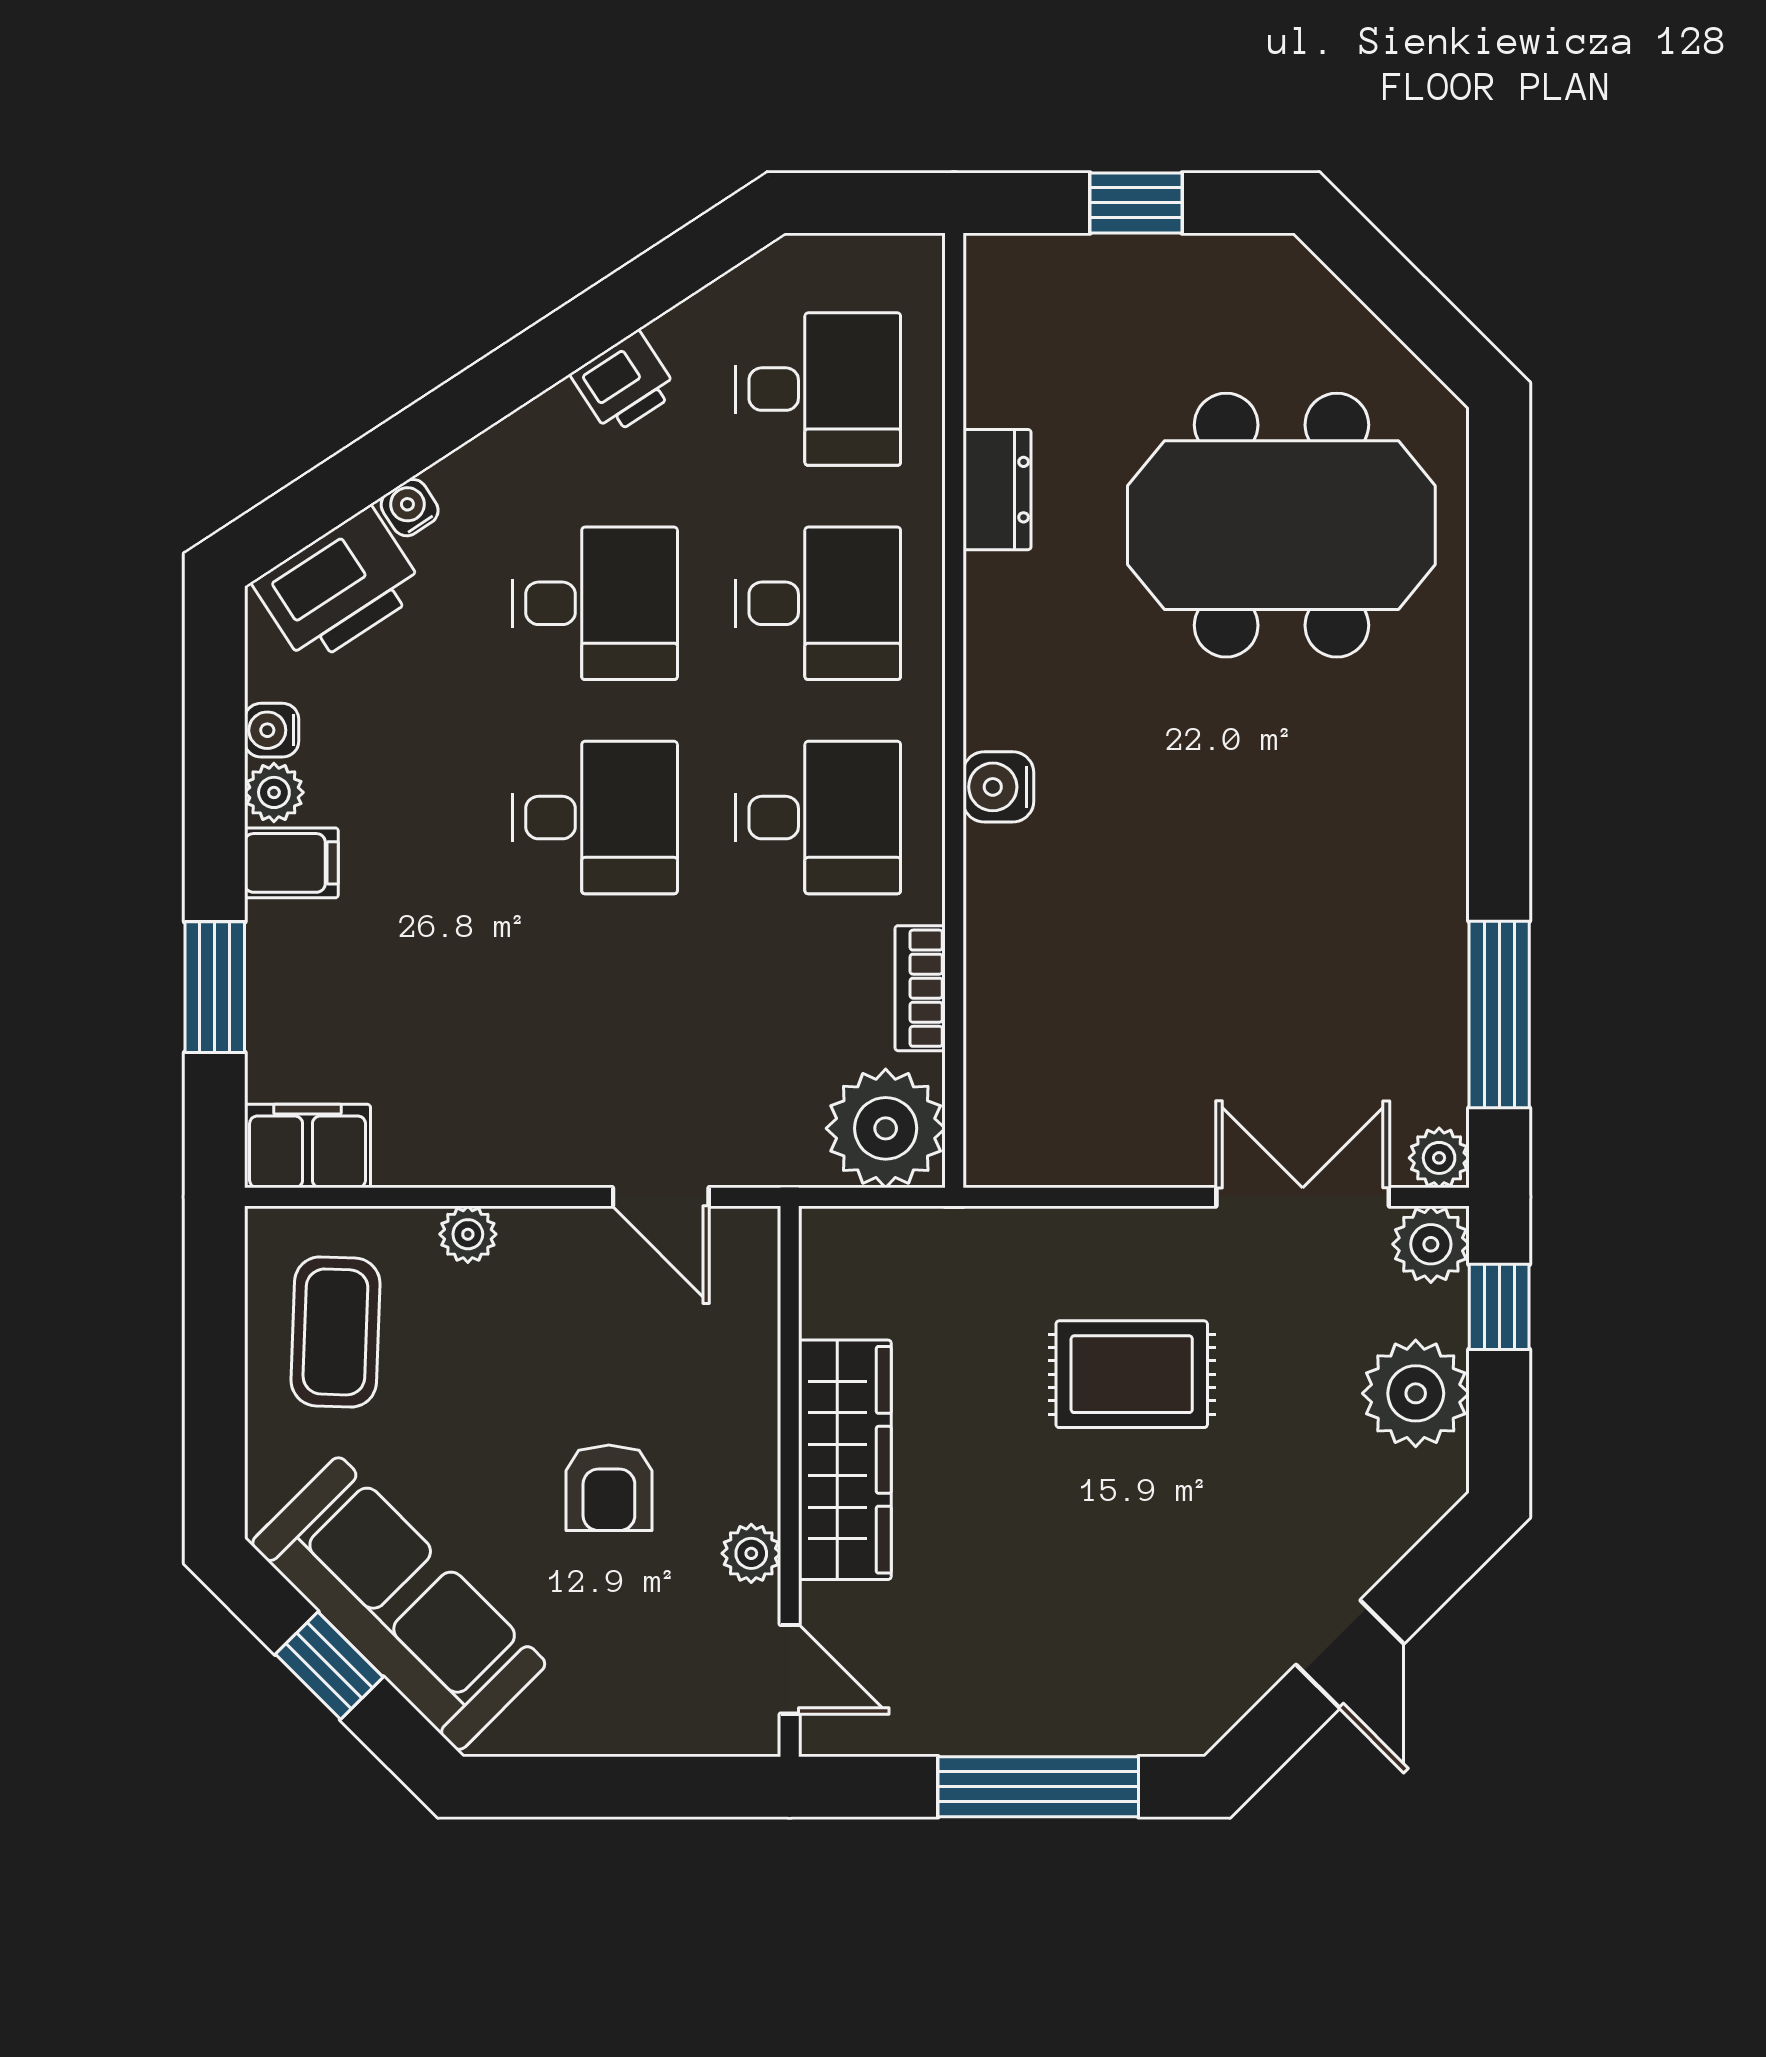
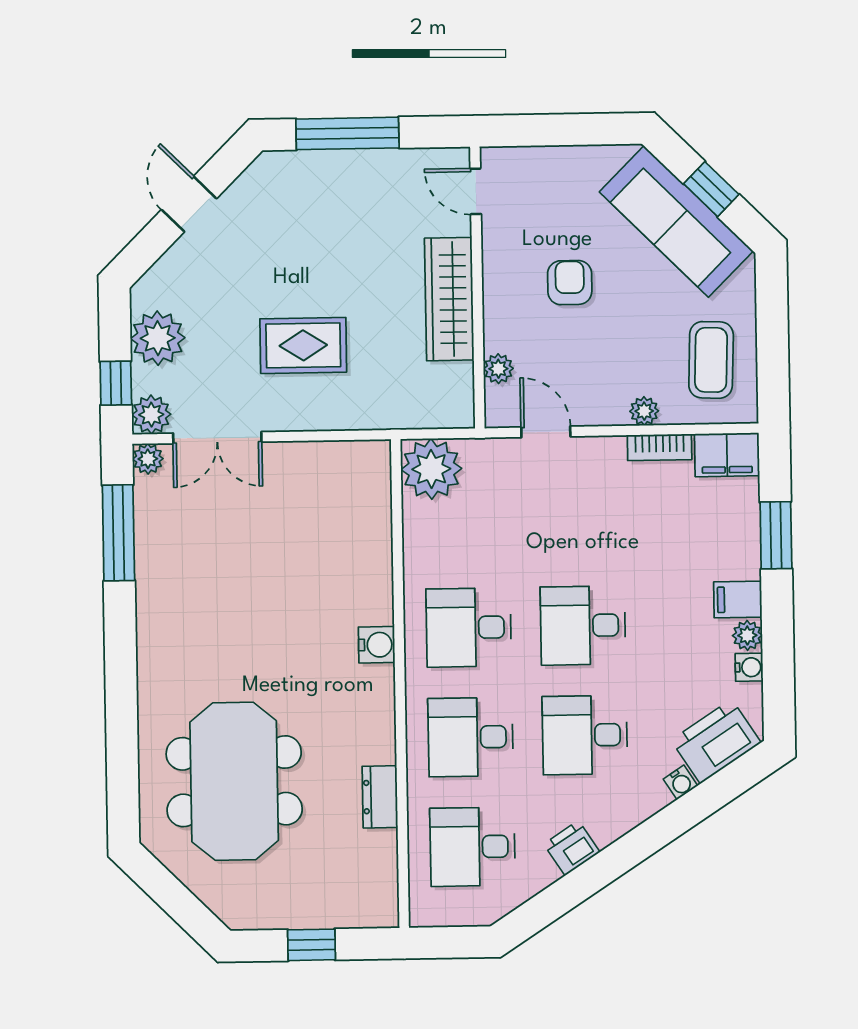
meeting table: (1281, 525) -> (234, 781), turned 90
bookcase: (920, 988) -> (660, 447), moved, turned 90
plant: (751, 1553) -> (498, 369), moved

